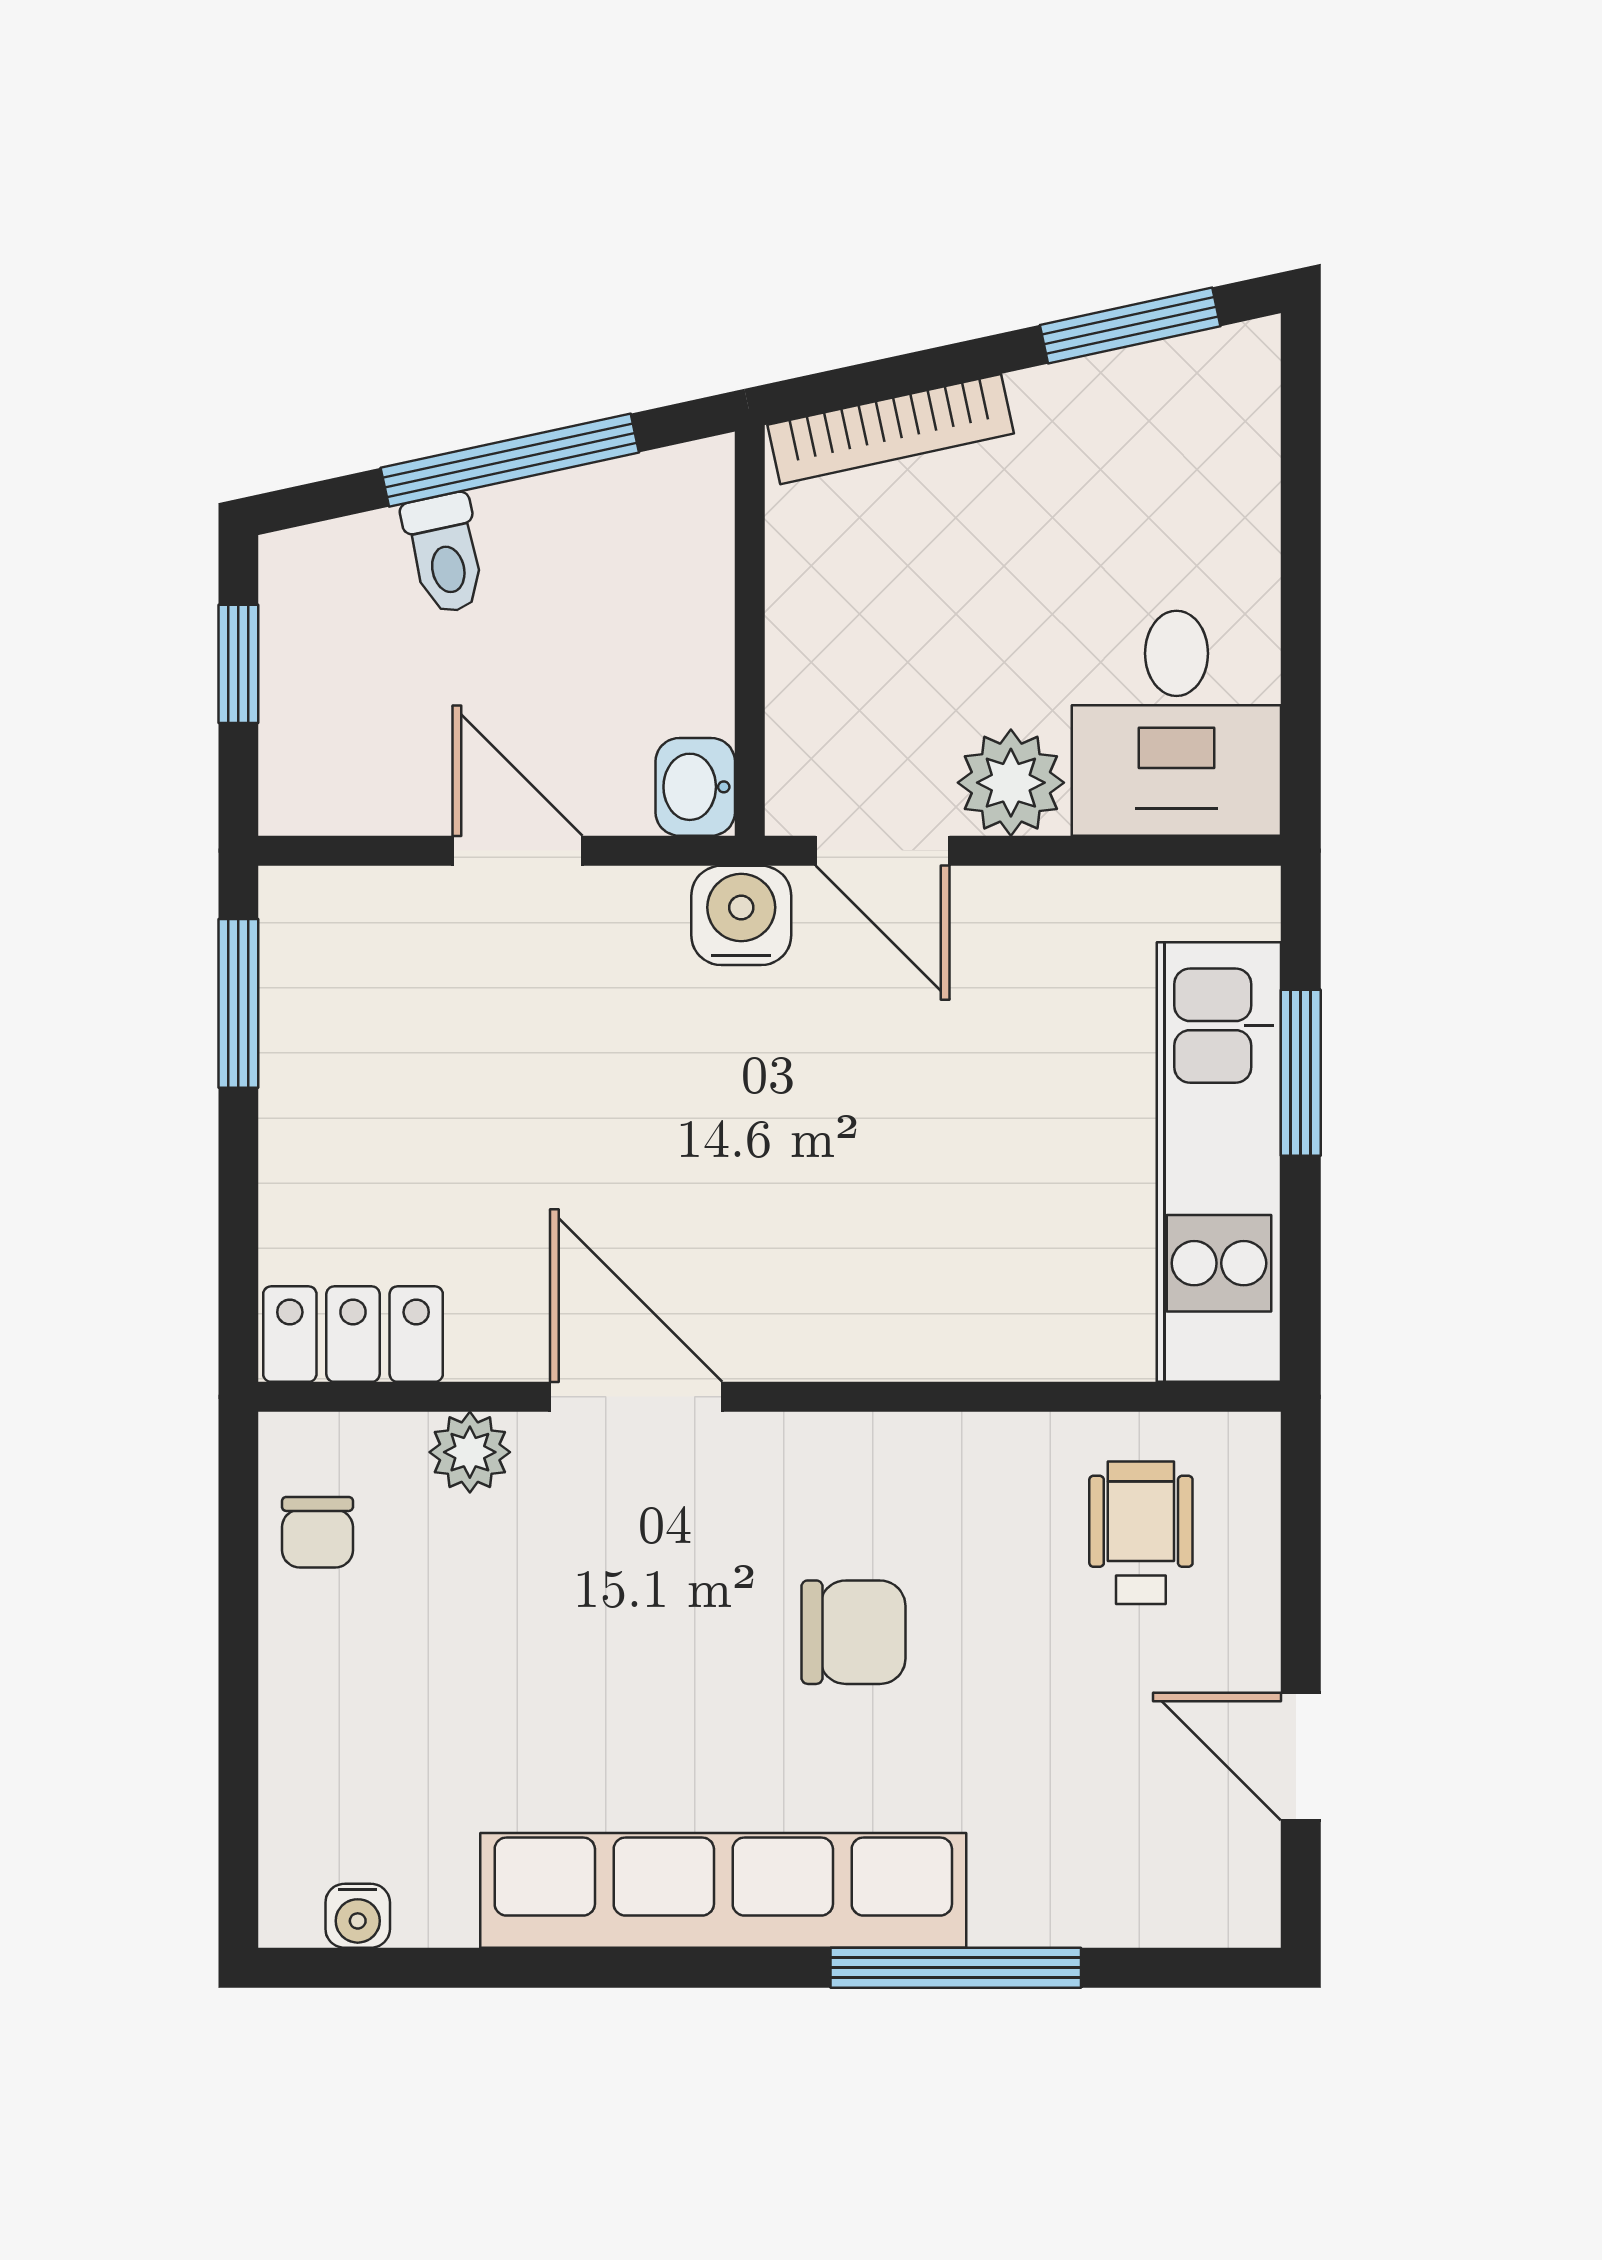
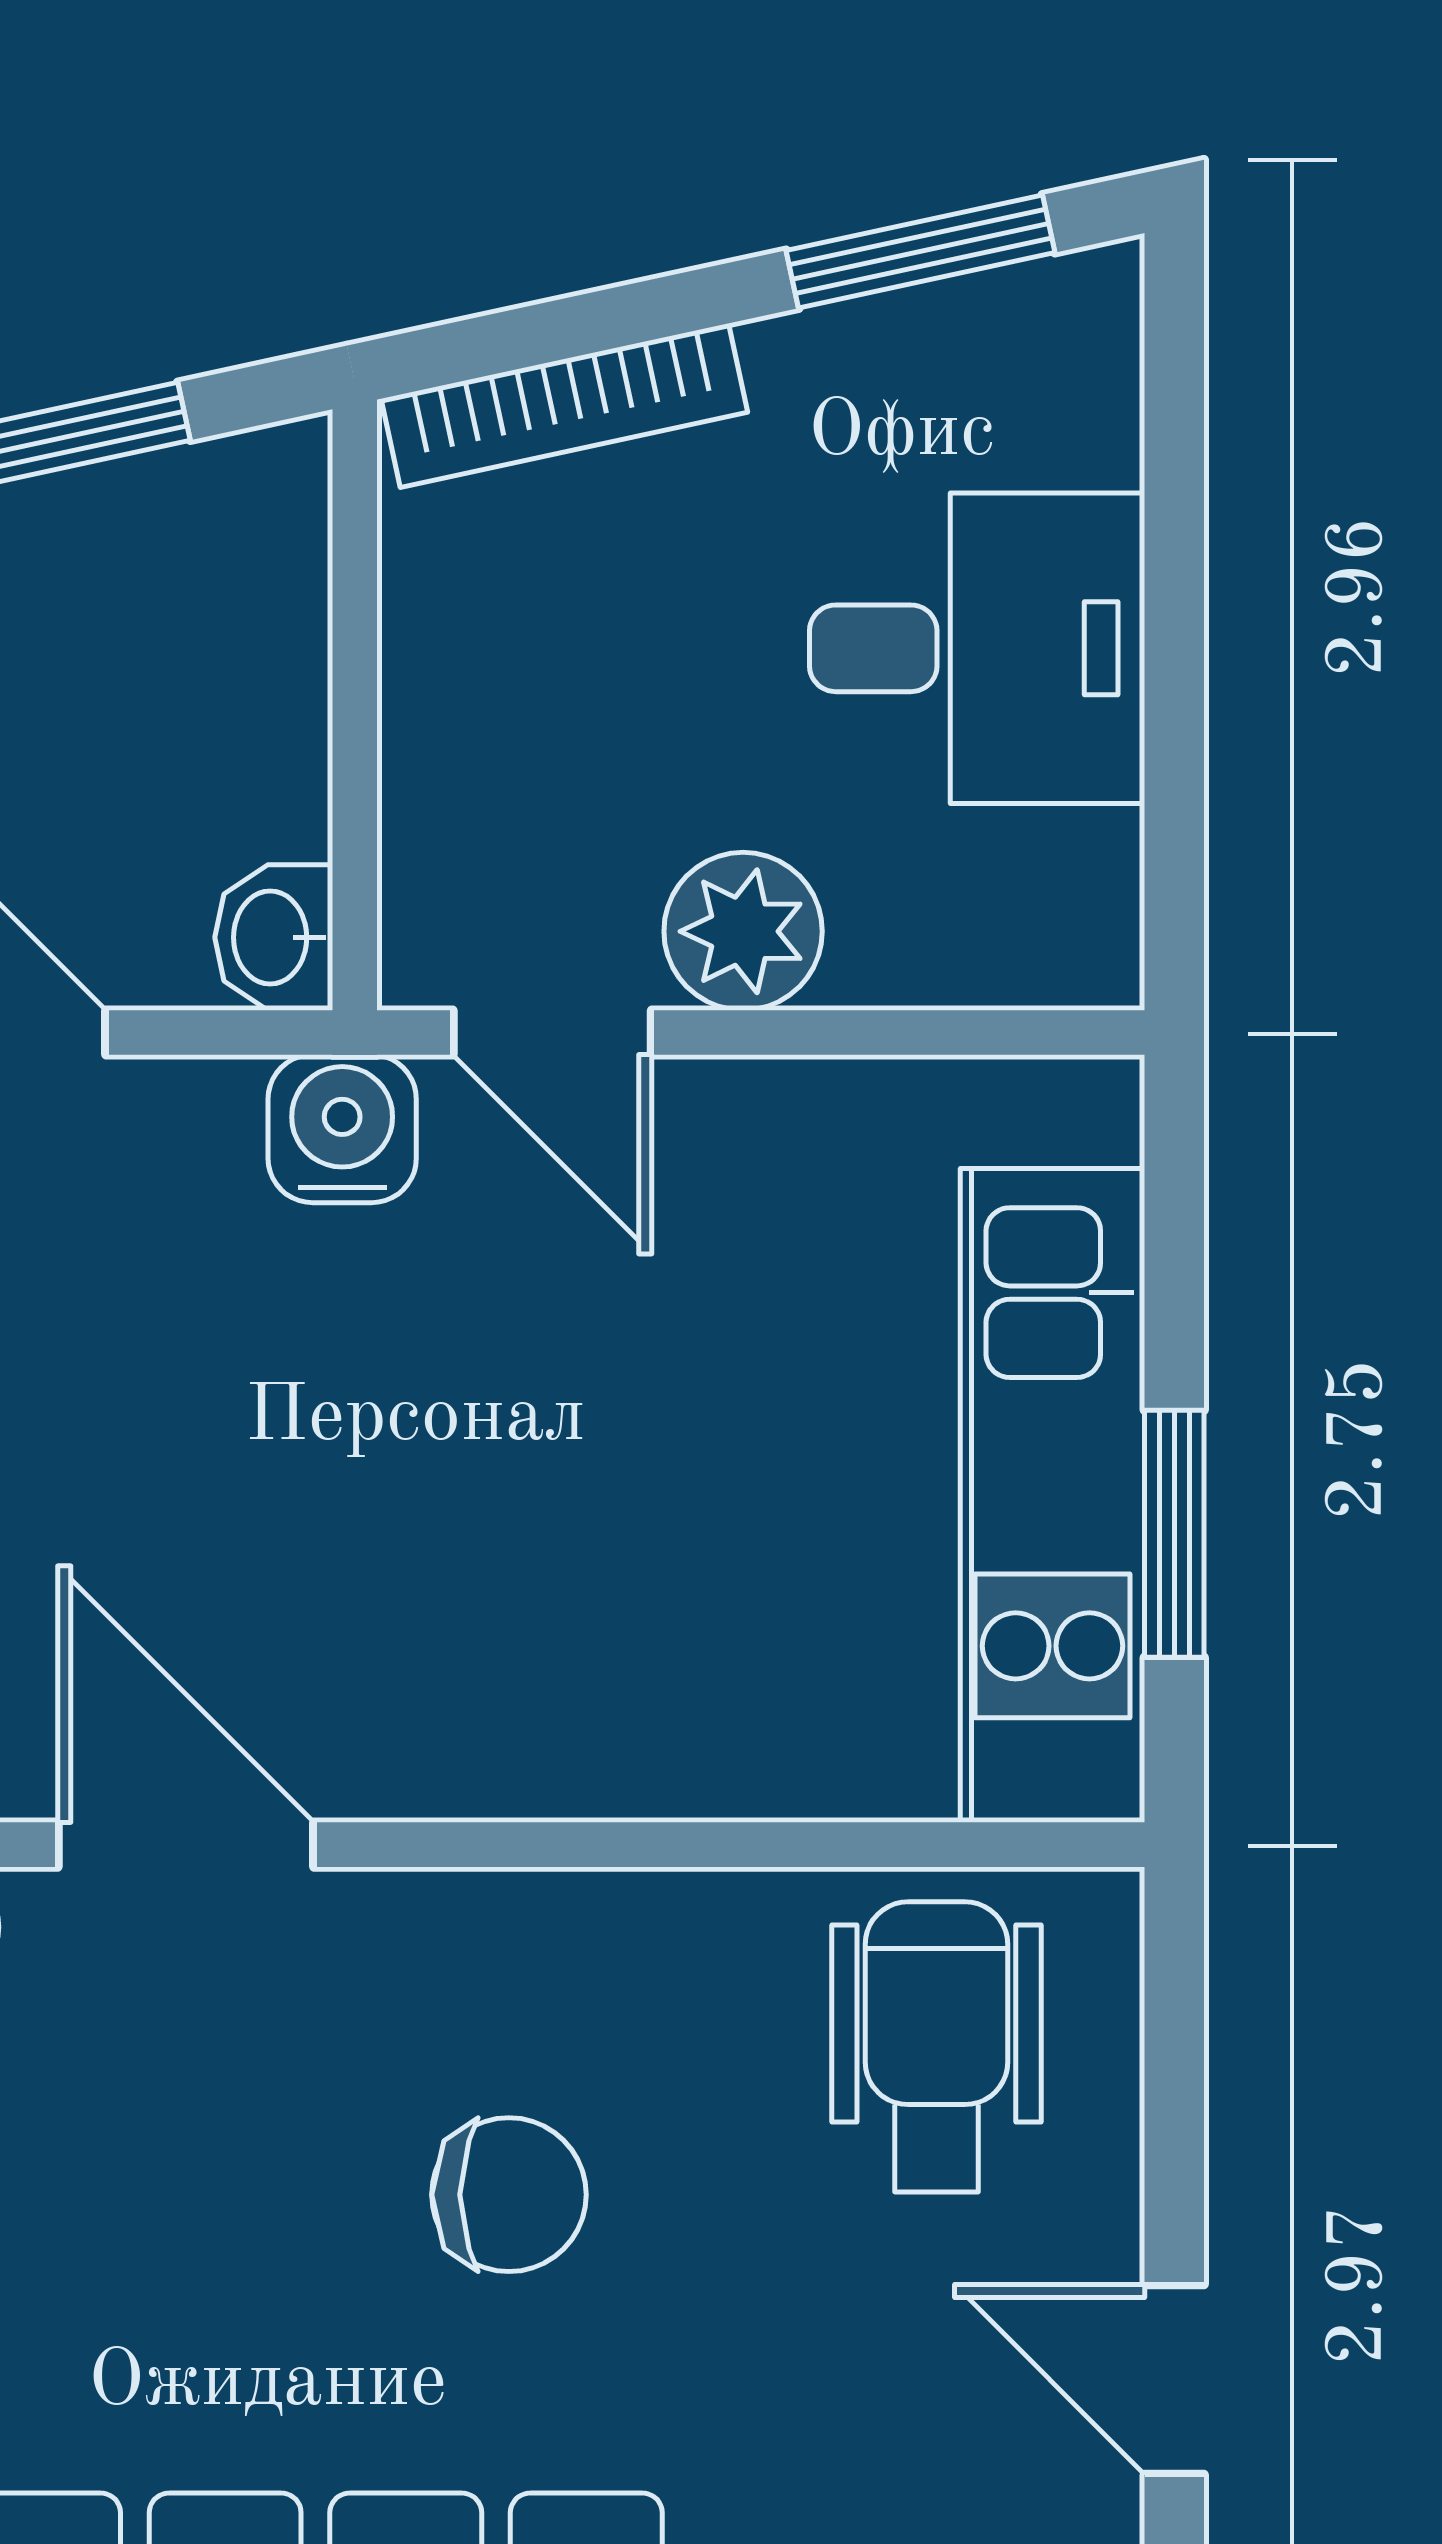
desk: (1176, 723) -> (977, 648), moved, turned -90
window: (1301, 1073) -> (1174, 1534), moved
wheelchair: (1141, 1533) -> (936, 2047), width x1.36, depth x1.37

